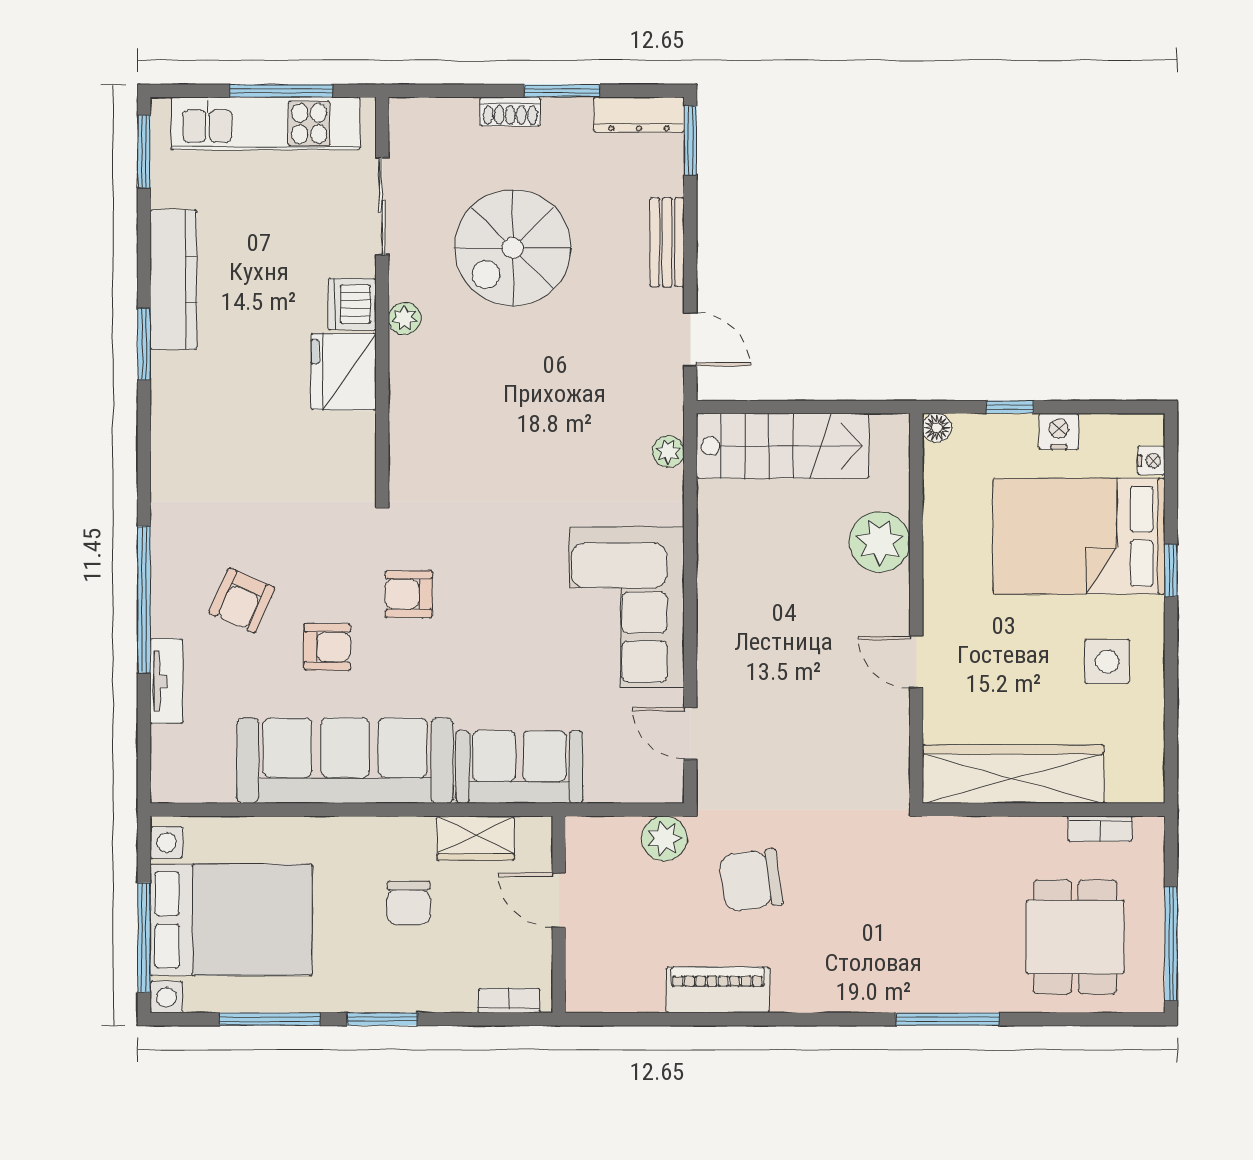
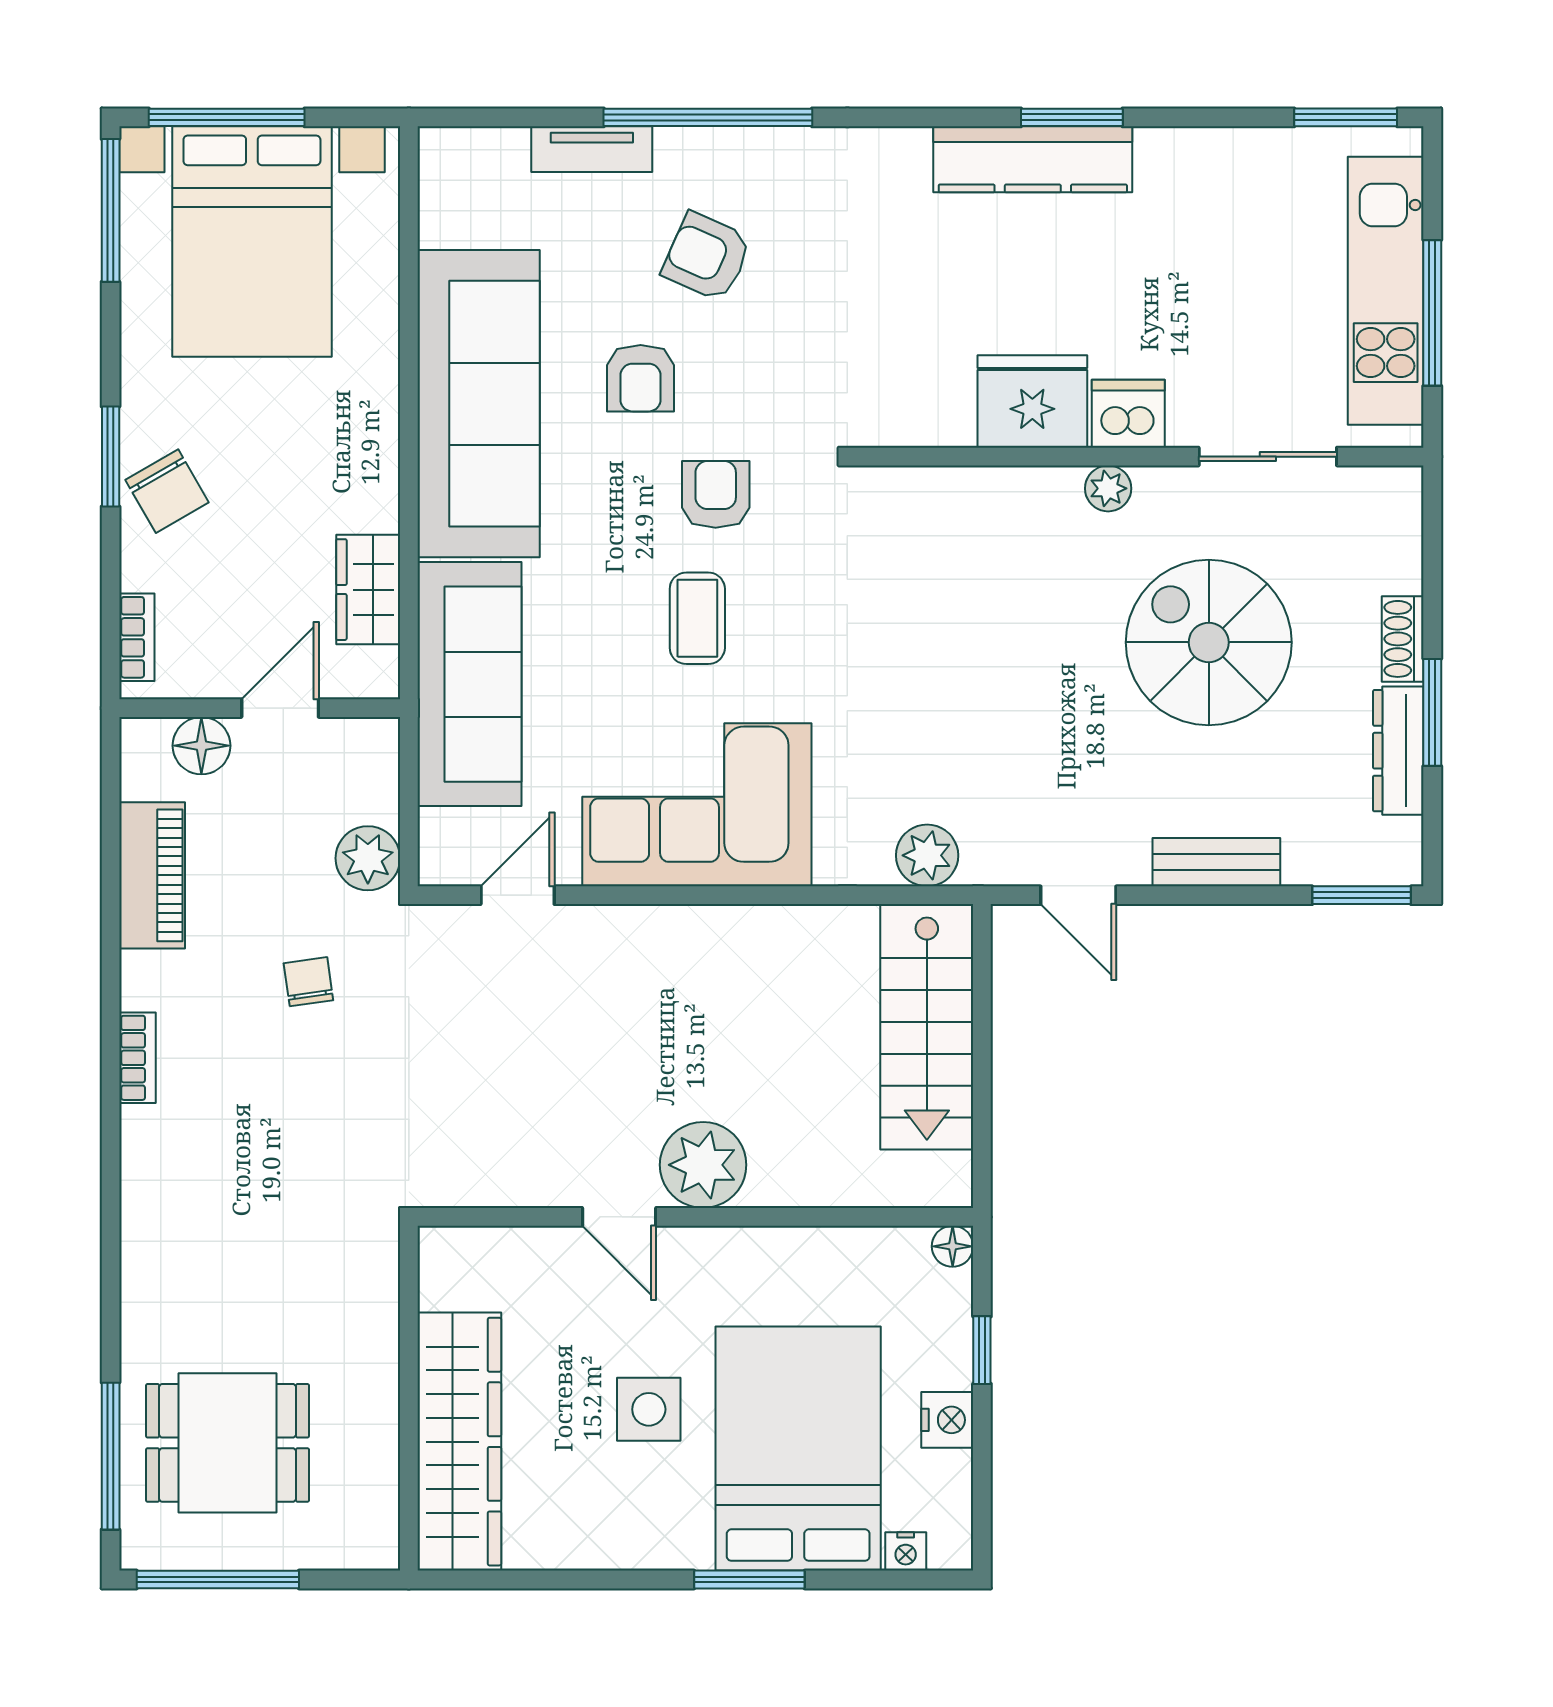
dresser: (639, 115) -> (1398, 751), moved
kitchen counter: (173, 280) -> (1033, 159), moved
door: (690, 339) -> (1078, 895), hinge flipped
plant: (668, 452) -> (927, 855), width x1.38, depth x1.38
plant: (880, 542) -> (703, 1165), moved
window: (1171, 570) -> (749, 1579), width x1.50
coffee table: (496, 607) -> (697, 618), added
side table: (1107, 661) -> (649, 1409), moved
door: (916, 662) -> (619, 1217), swing flipped
sofa: (519, 767) -> (469, 684), width x1.36
wardrobe: (1013, 774) -> (459, 1442), moved
bookcase: (1100, 829) -> (137, 1058), moved, turned 180
chair: (751, 880) -> (308, 982), width x0.54, depth x0.54
chair: (409, 903) -> (167, 491), moved, turned -120
floor lamp: (585, 955) -> (201, 746), added
piano: (718, 990) -> (152, 875), moved
window: (270, 1019) -> (111, 210), moved
window: (948, 1019) -> (111, 1456), moved

